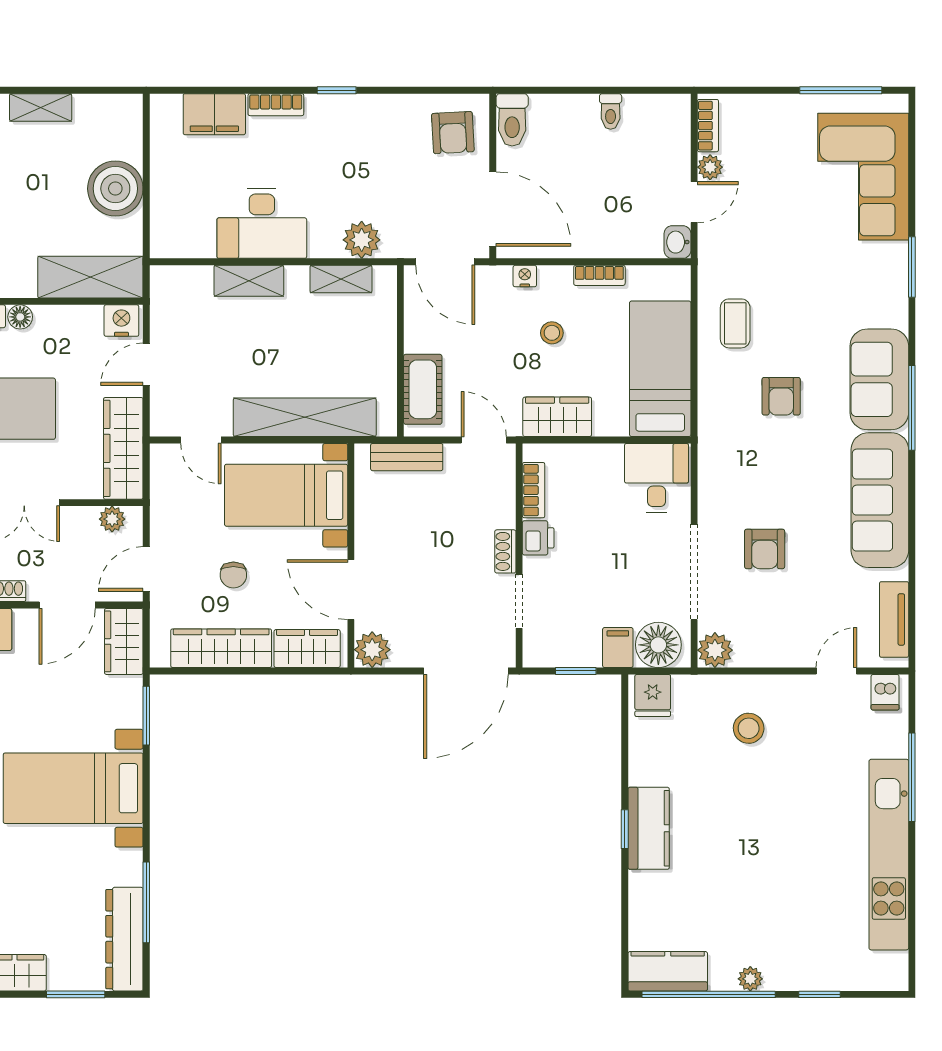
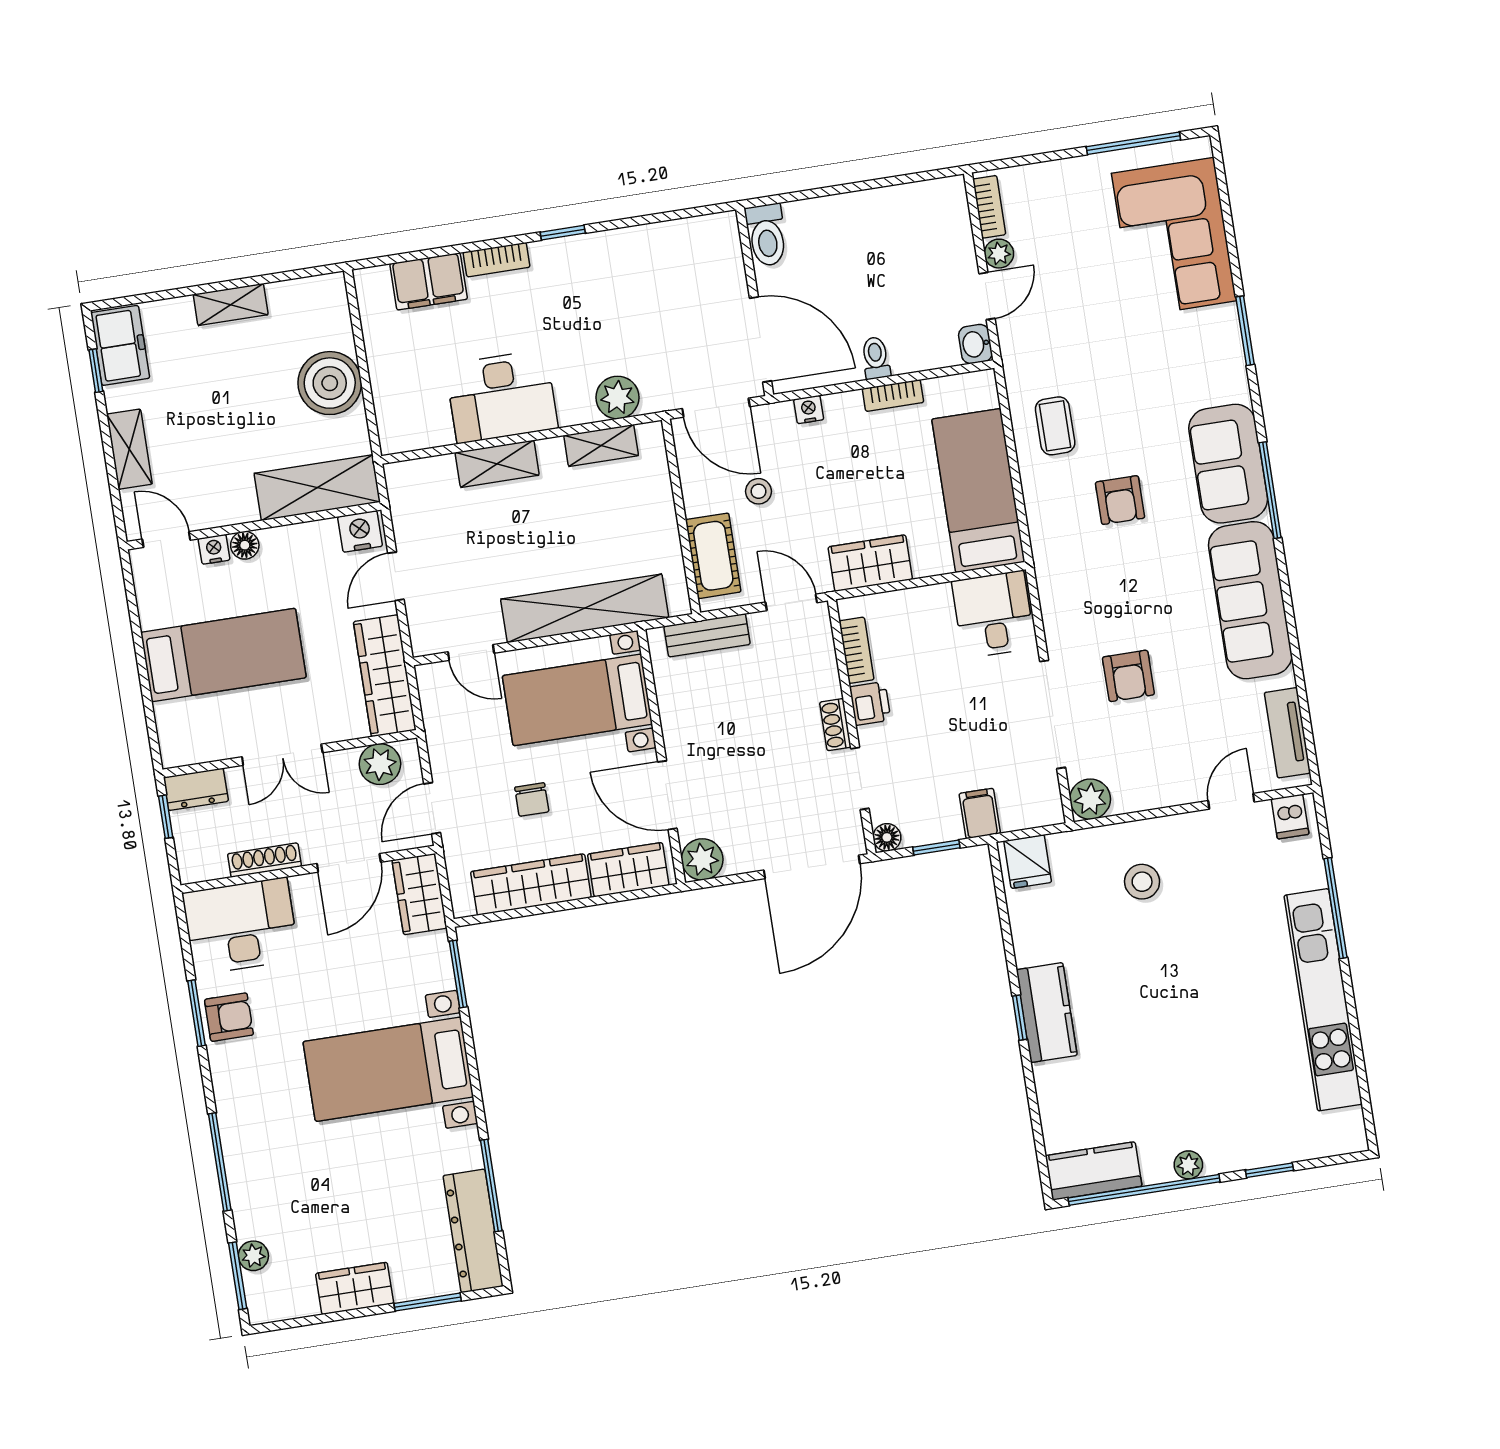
toilet: (611, 111) -> (876, 358), moved, turned 180
armchair: (453, 133) -> (702, 260), removed
stool: (552, 333) -> (759, 491), moved
plant: (112, 519) -> (380, 764), width x1.38, depth x1.38
floor lamp: (658, 645) -> (887, 837), moved, width x0.53, depth x0.53

